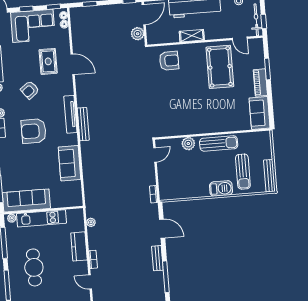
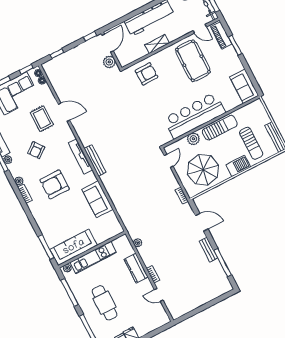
piano: (260, 83) -> (221, 35), moved
bar counter: (199, 121) -> (195, 116), added
parasol: (185, 178) -> (203, 170), added

